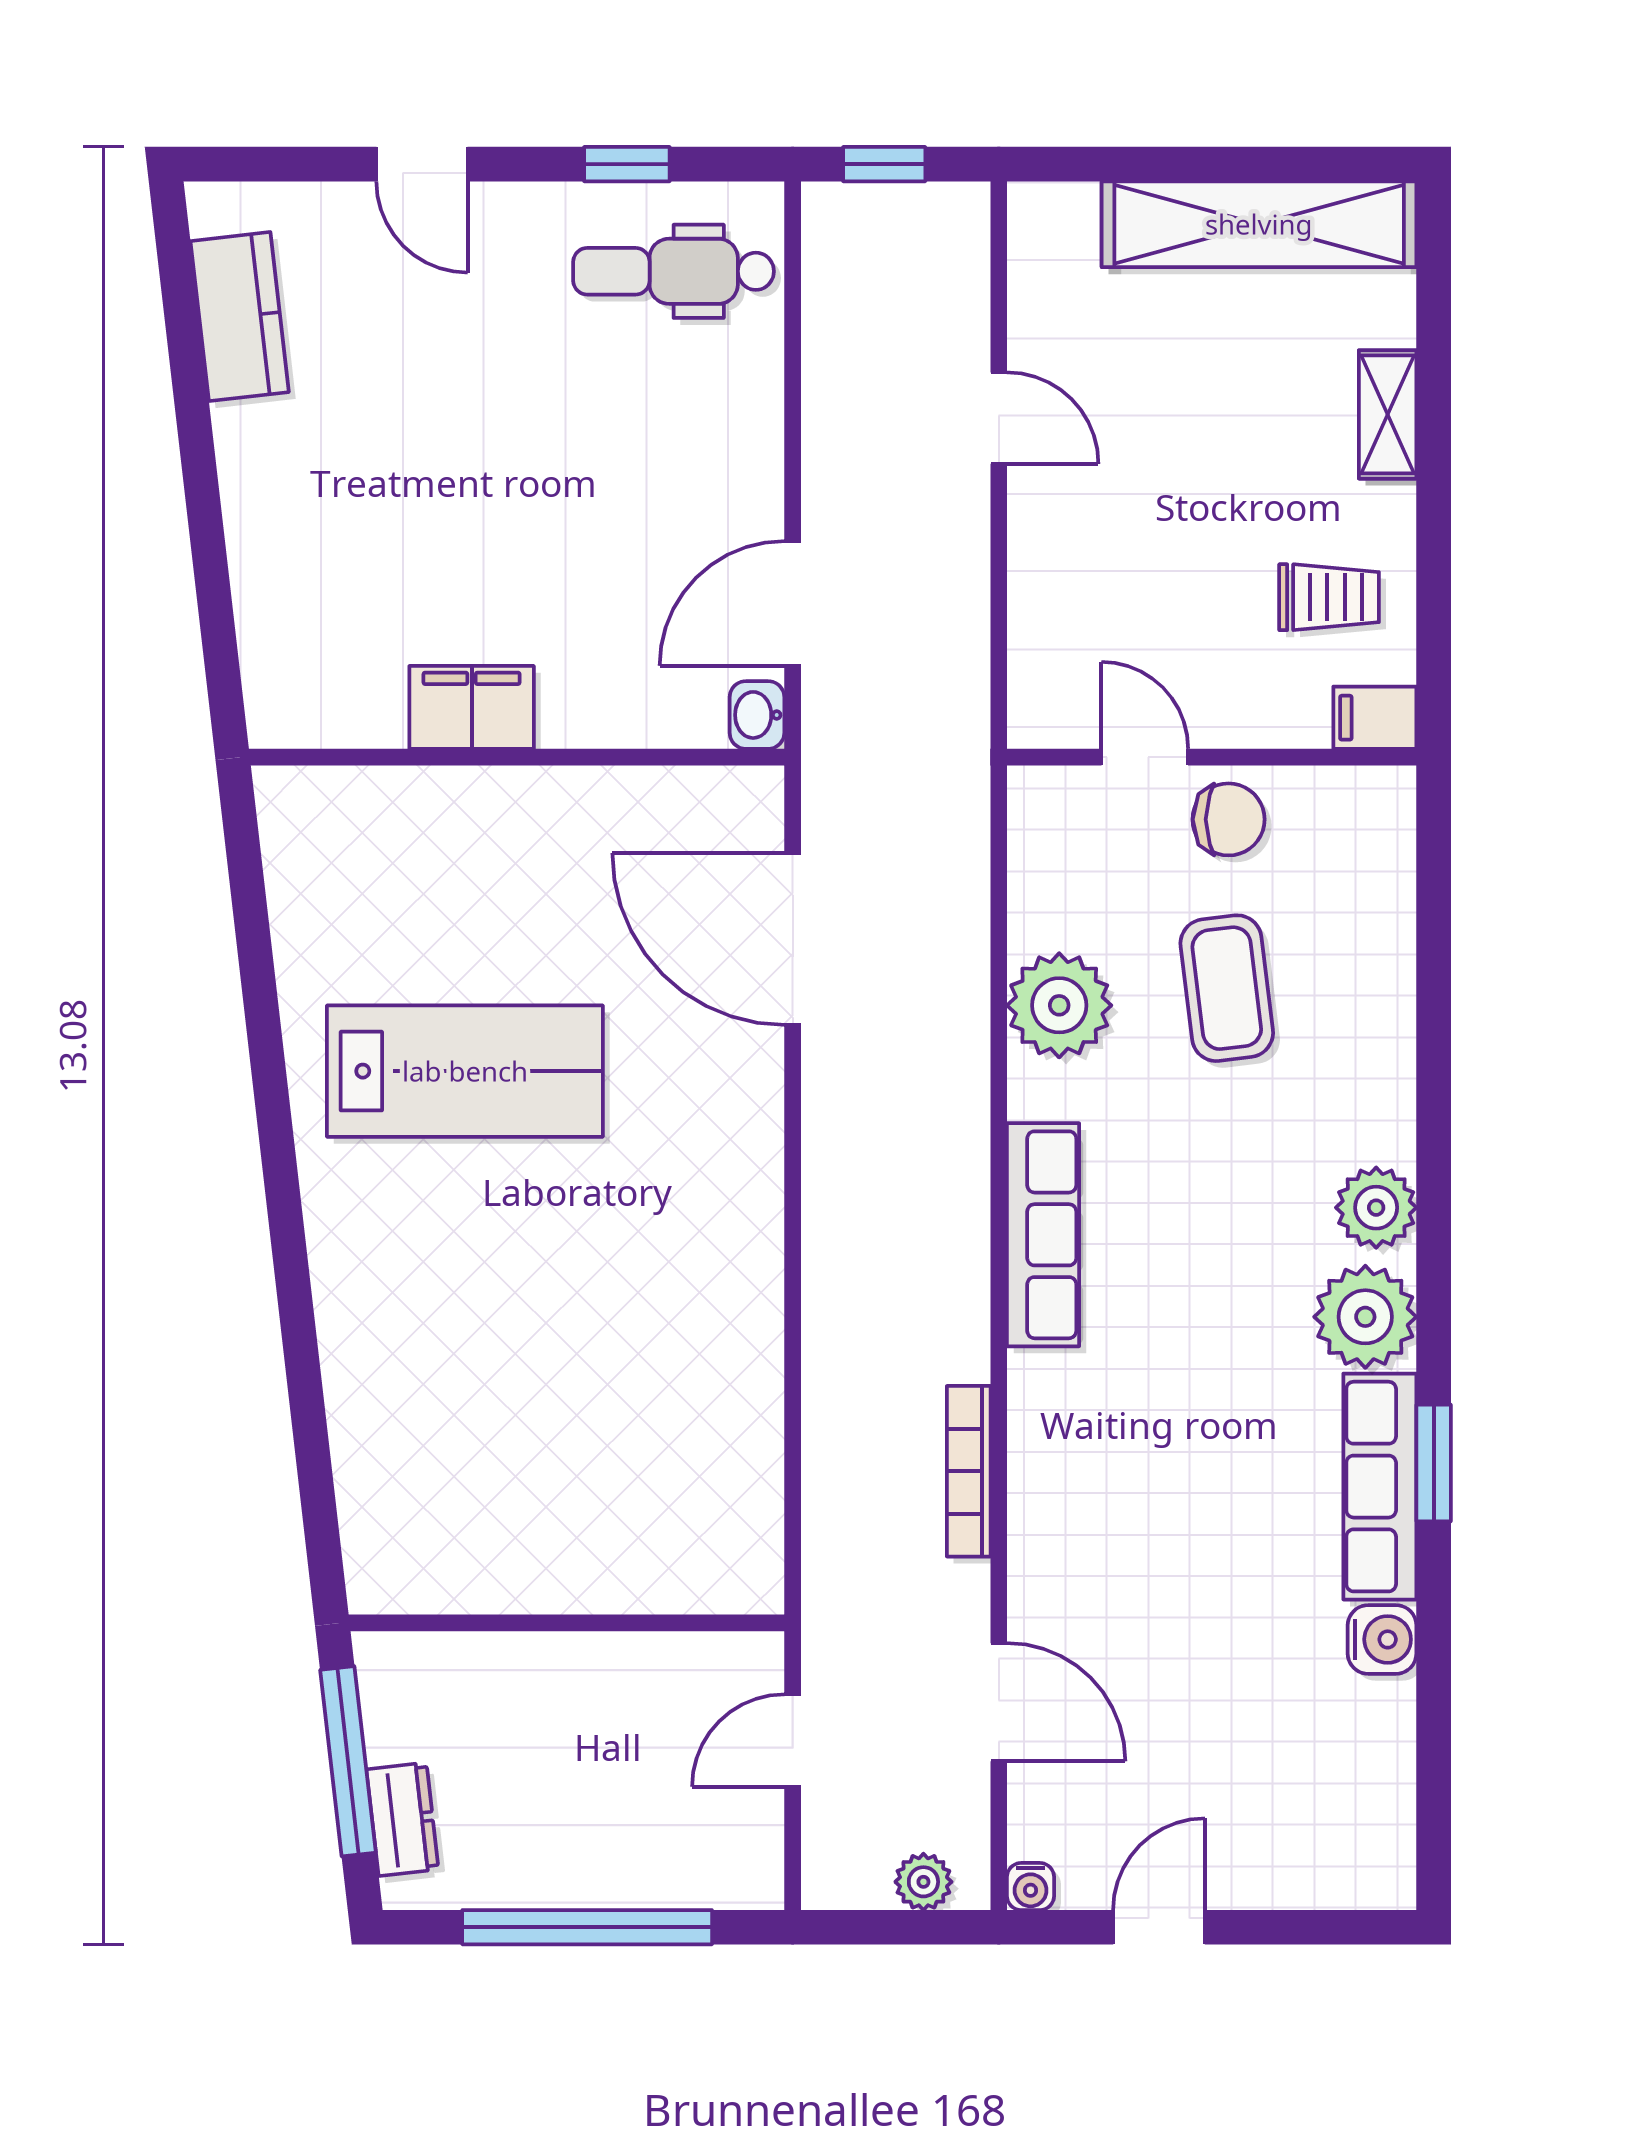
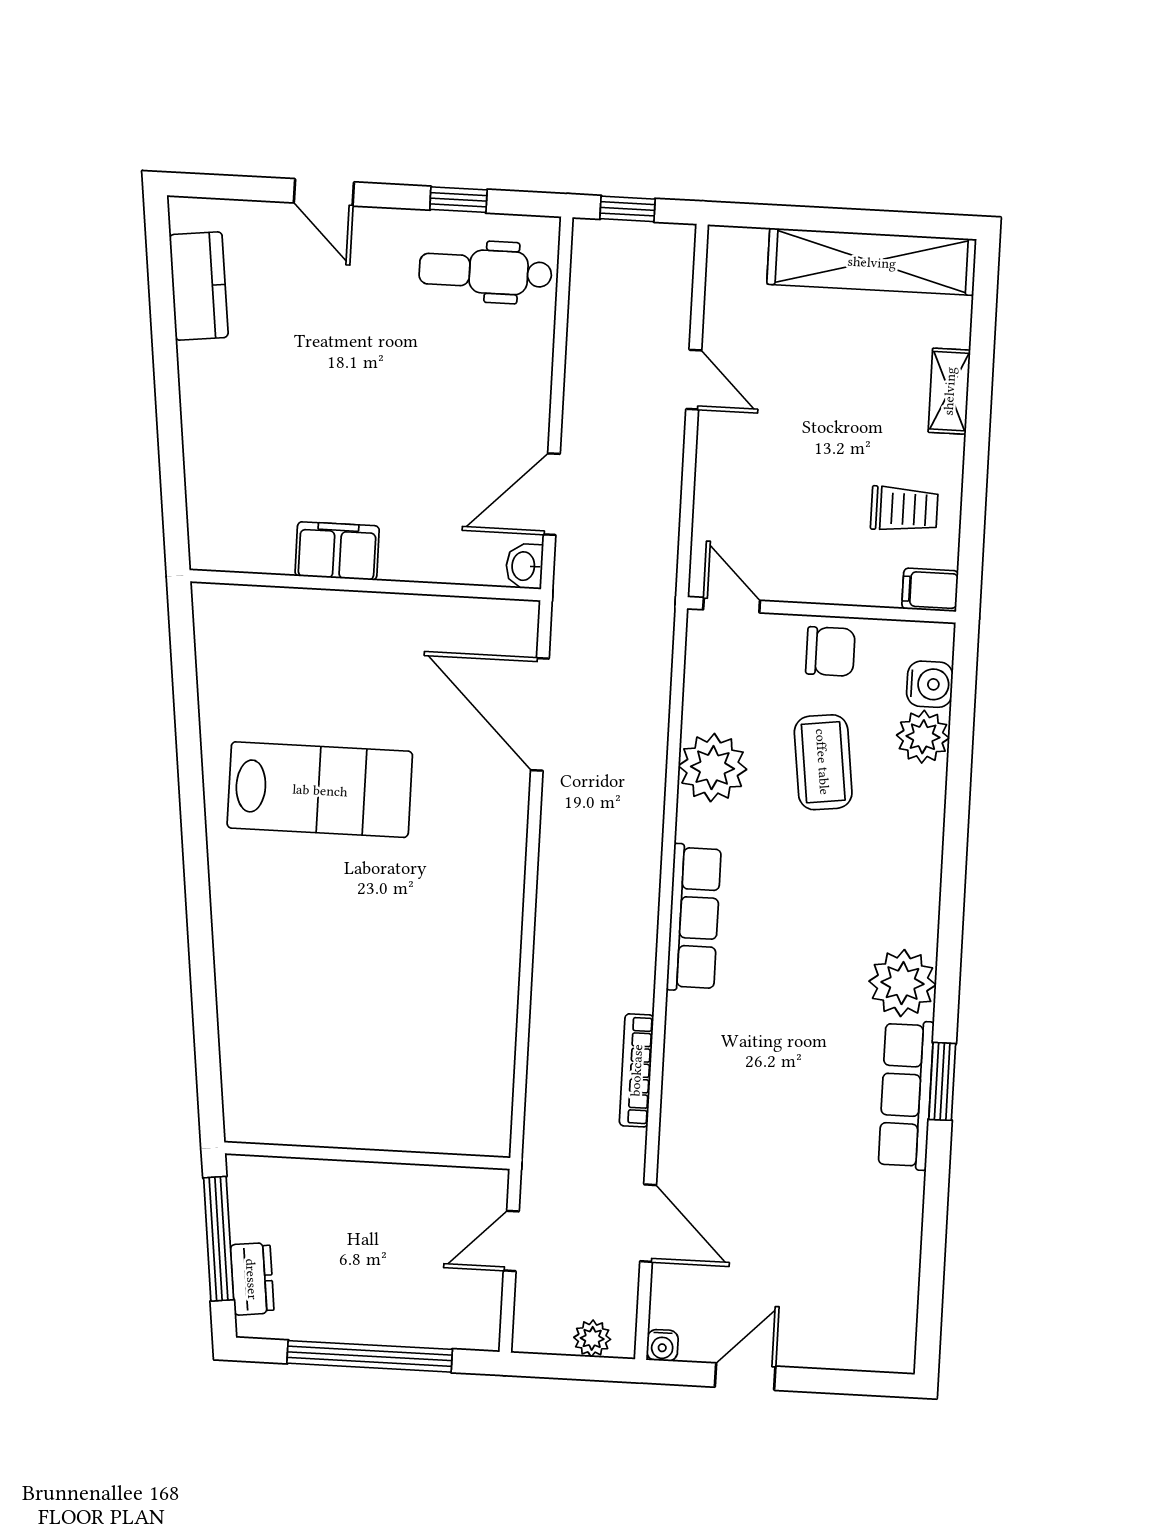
door: (1145, 757) -> (732, 605), moved
plant: (1376, 1208) -> (923, 737), moved
water cooler: (1382, 1639) -> (930, 684), moved

